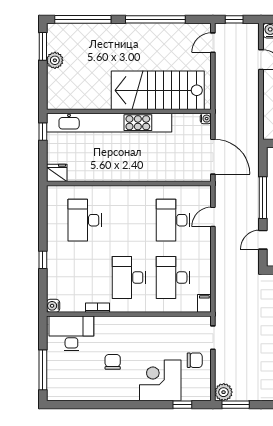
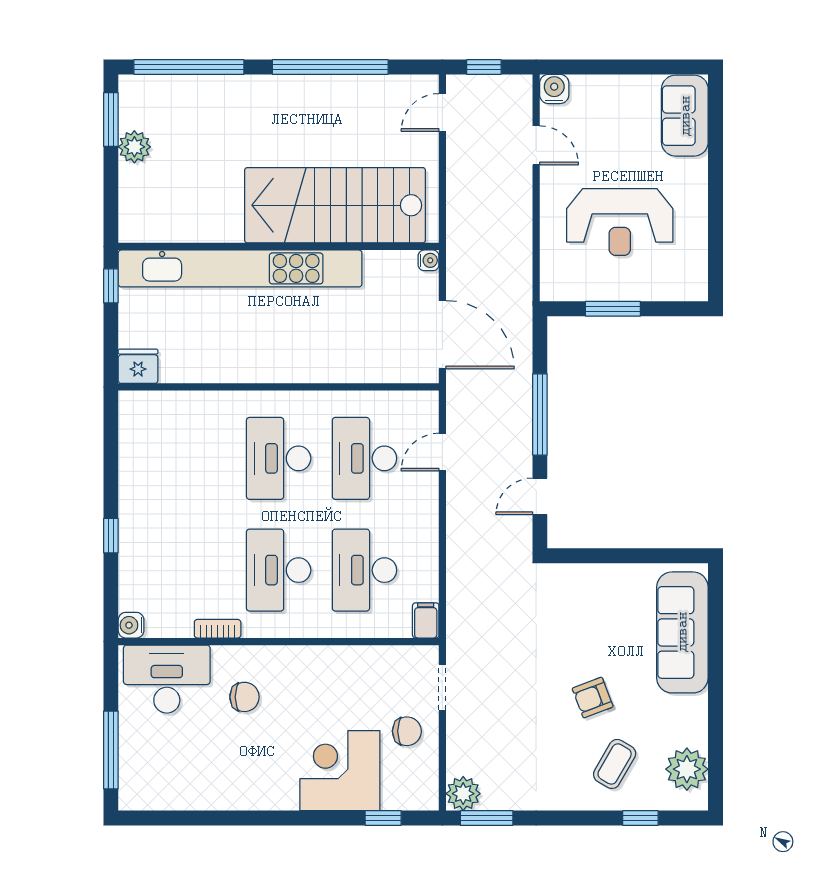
desk: (85, 220) -> (279, 458), moved
chair: (113, 362) -> (244, 697), moved, turned 90

